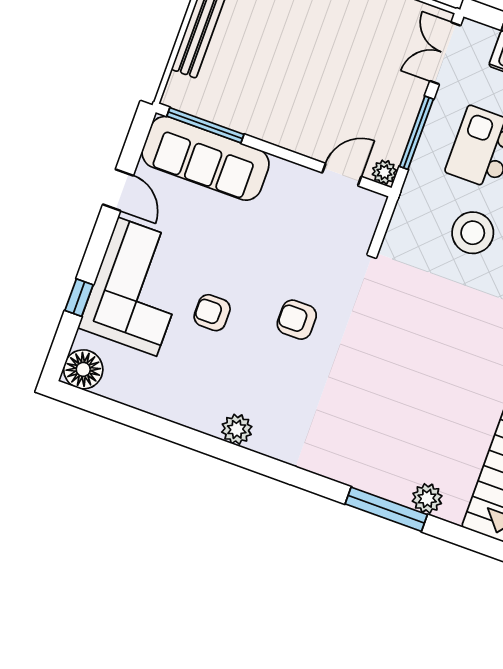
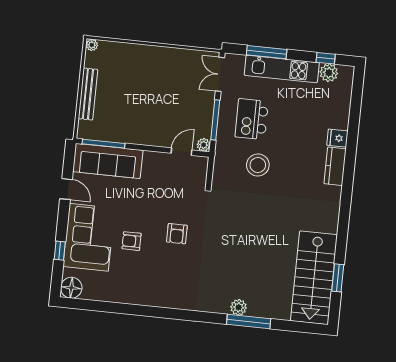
armchair: (297, 320) -> (177, 234), turned -90
plant: (237, 429) -> (160, 299), removed
plant: (427, 498) -> (239, 307), moved

